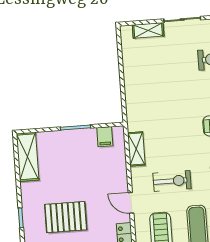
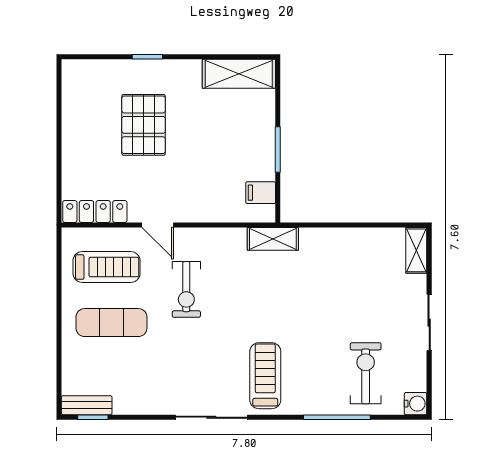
shelving: (148, 30) -> (416, 250), moved
shelving: (136, 149) -> (273, 239), moved
door: (131, 203) -> (158, 225), swing flipped

